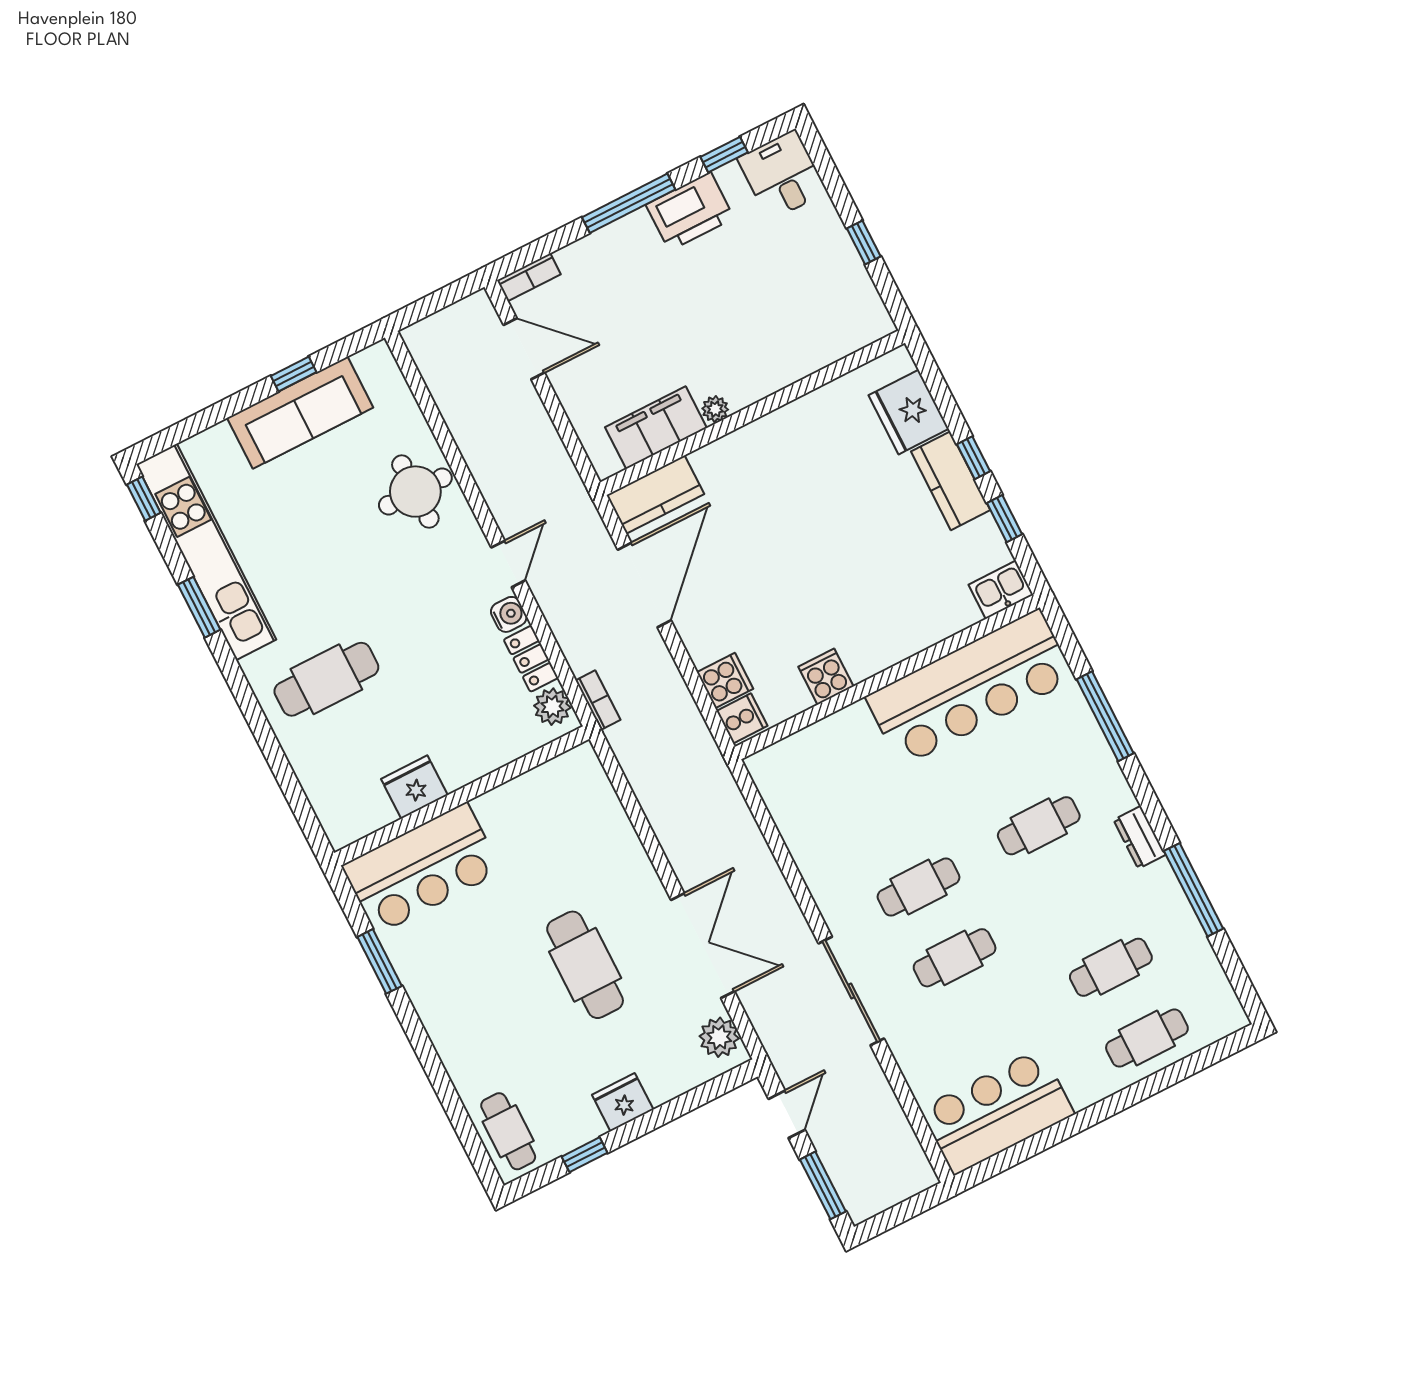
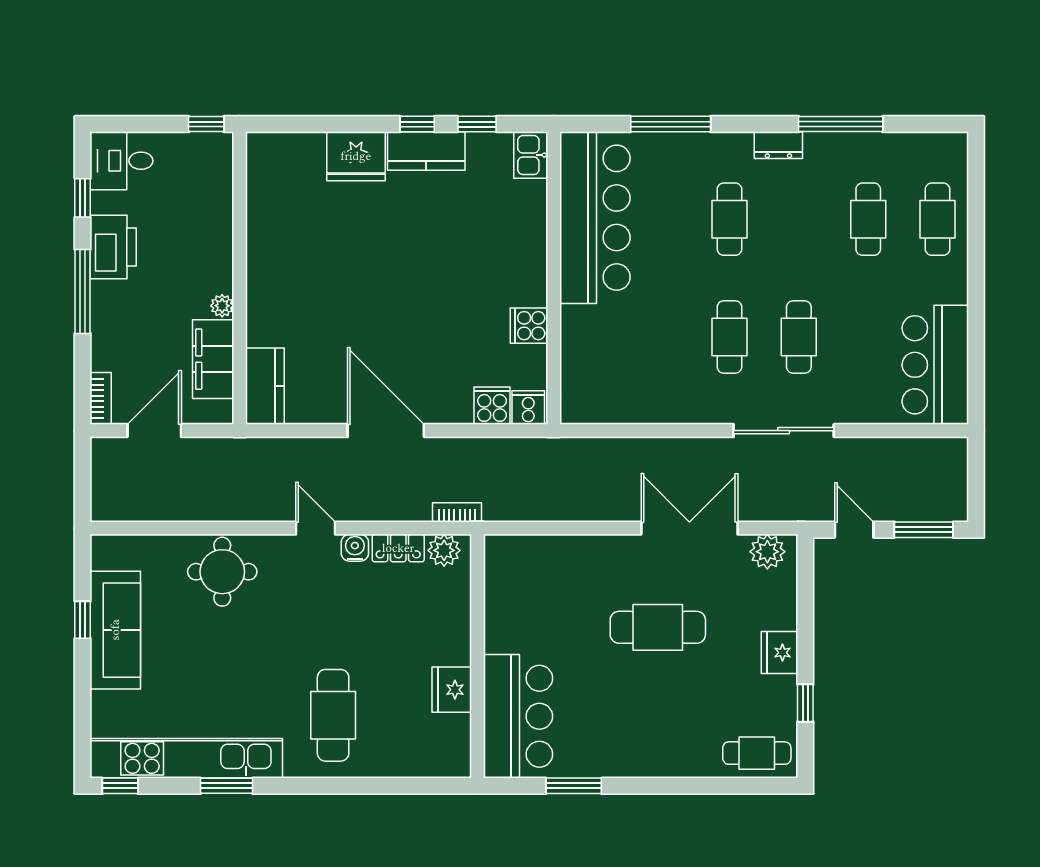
plant: (715, 409) -> (222, 306), moved
wall: (753, 413) -> (240, 278), moved
filing cabinet: (656, 428) -> (213, 359), moved
kitchen counter: (655, 495) -> (265, 386), moved

